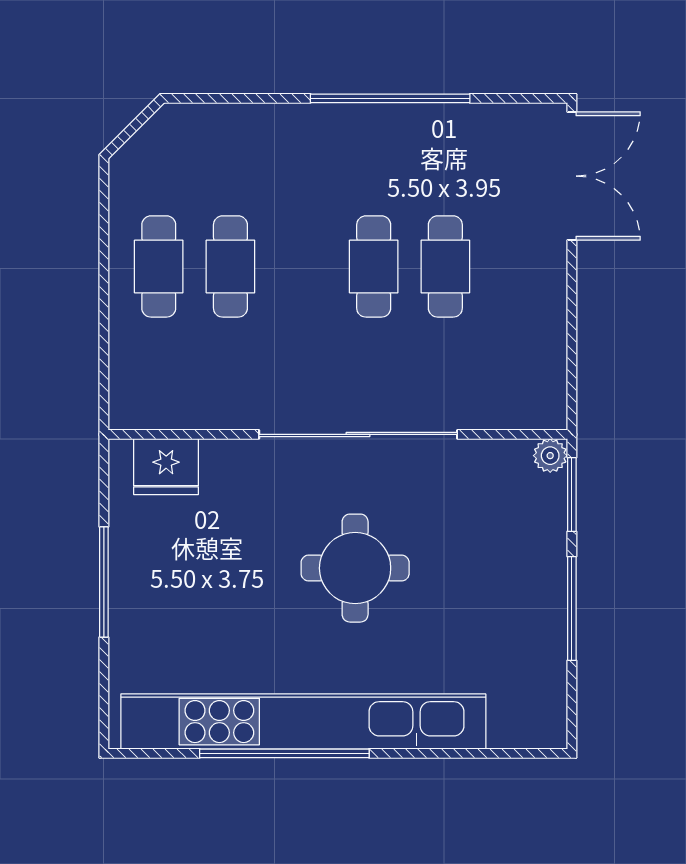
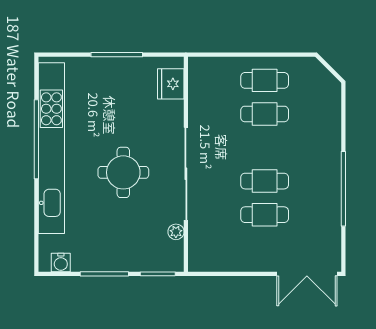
plant: (550, 456) -> (176, 232), moved
water cooler: (547, 701) -> (61, 262), added

